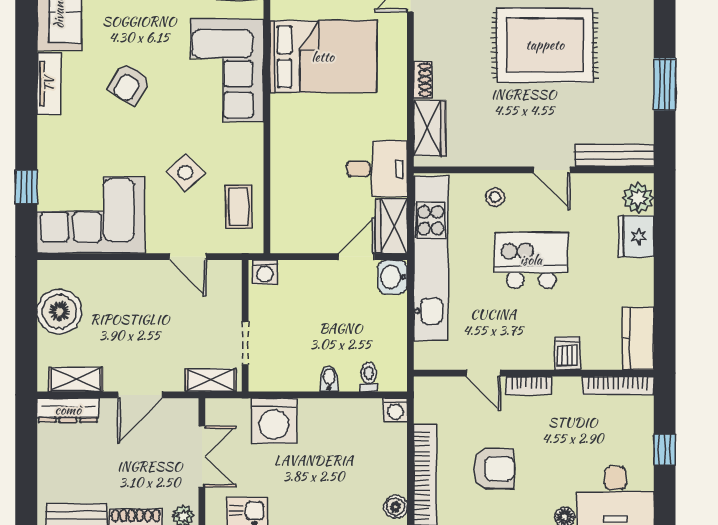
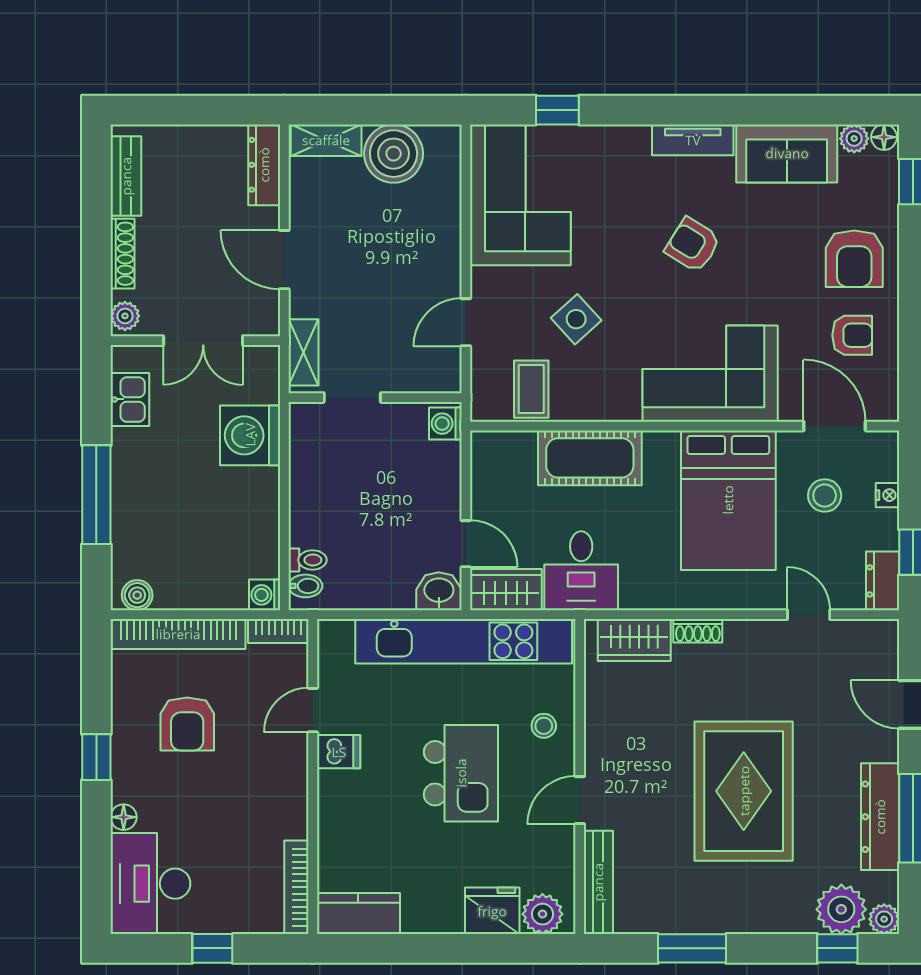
cot: (291, 162) -> (590, 458), added
coffee table: (239, 207) -> (531, 389), turned 90
dishwasher: (567, 353) -> (339, 752), moved
shelving: (76, 379) -> (326, 140), moved, turned 90
bidet: (329, 379) -> (305, 586), moved
bookcase: (529, 386) -> (278, 631), moved, turned -90

